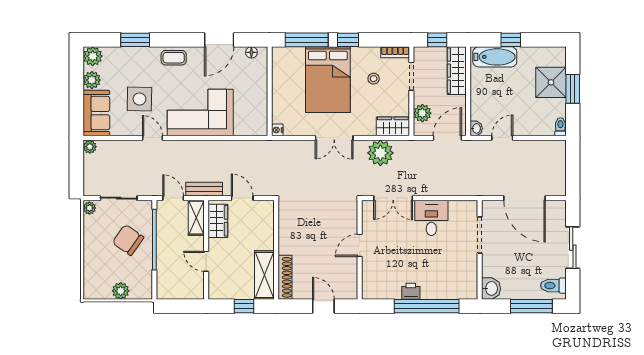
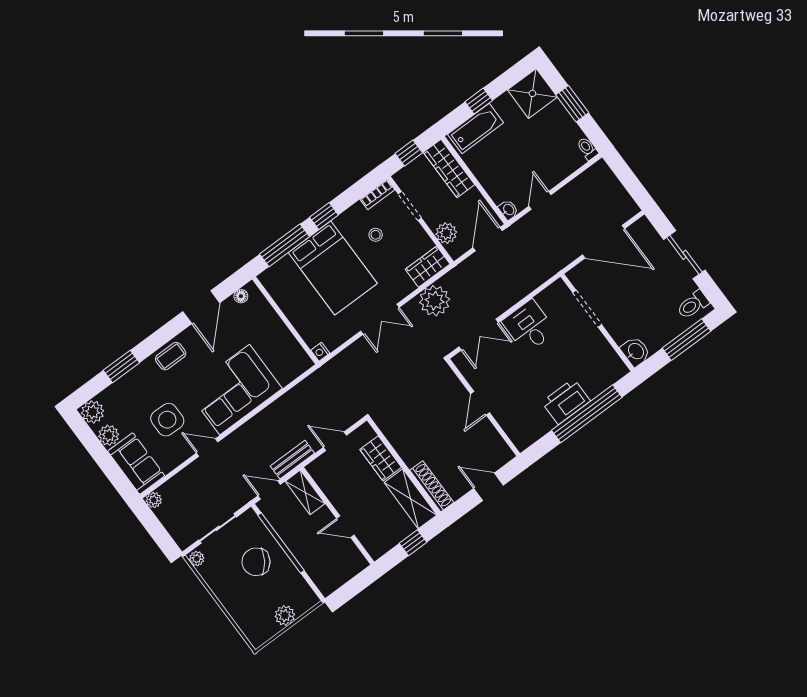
shower: (551, 82) -> (532, 93), moved
wardrobe: (218, 221) -> (381, 458), moved, turned 180
printer: (411, 291) -> (566, 401), width x1.87, depth x1.48

